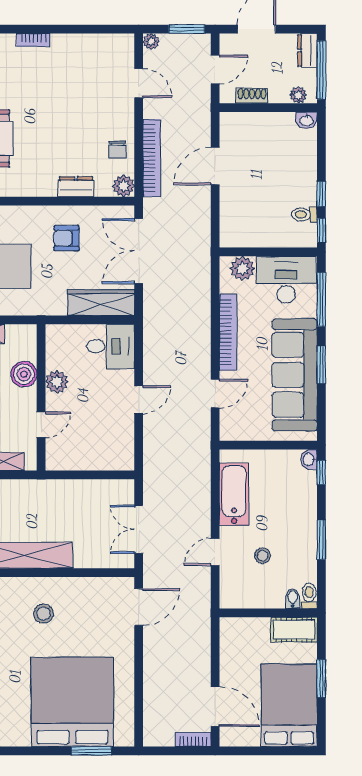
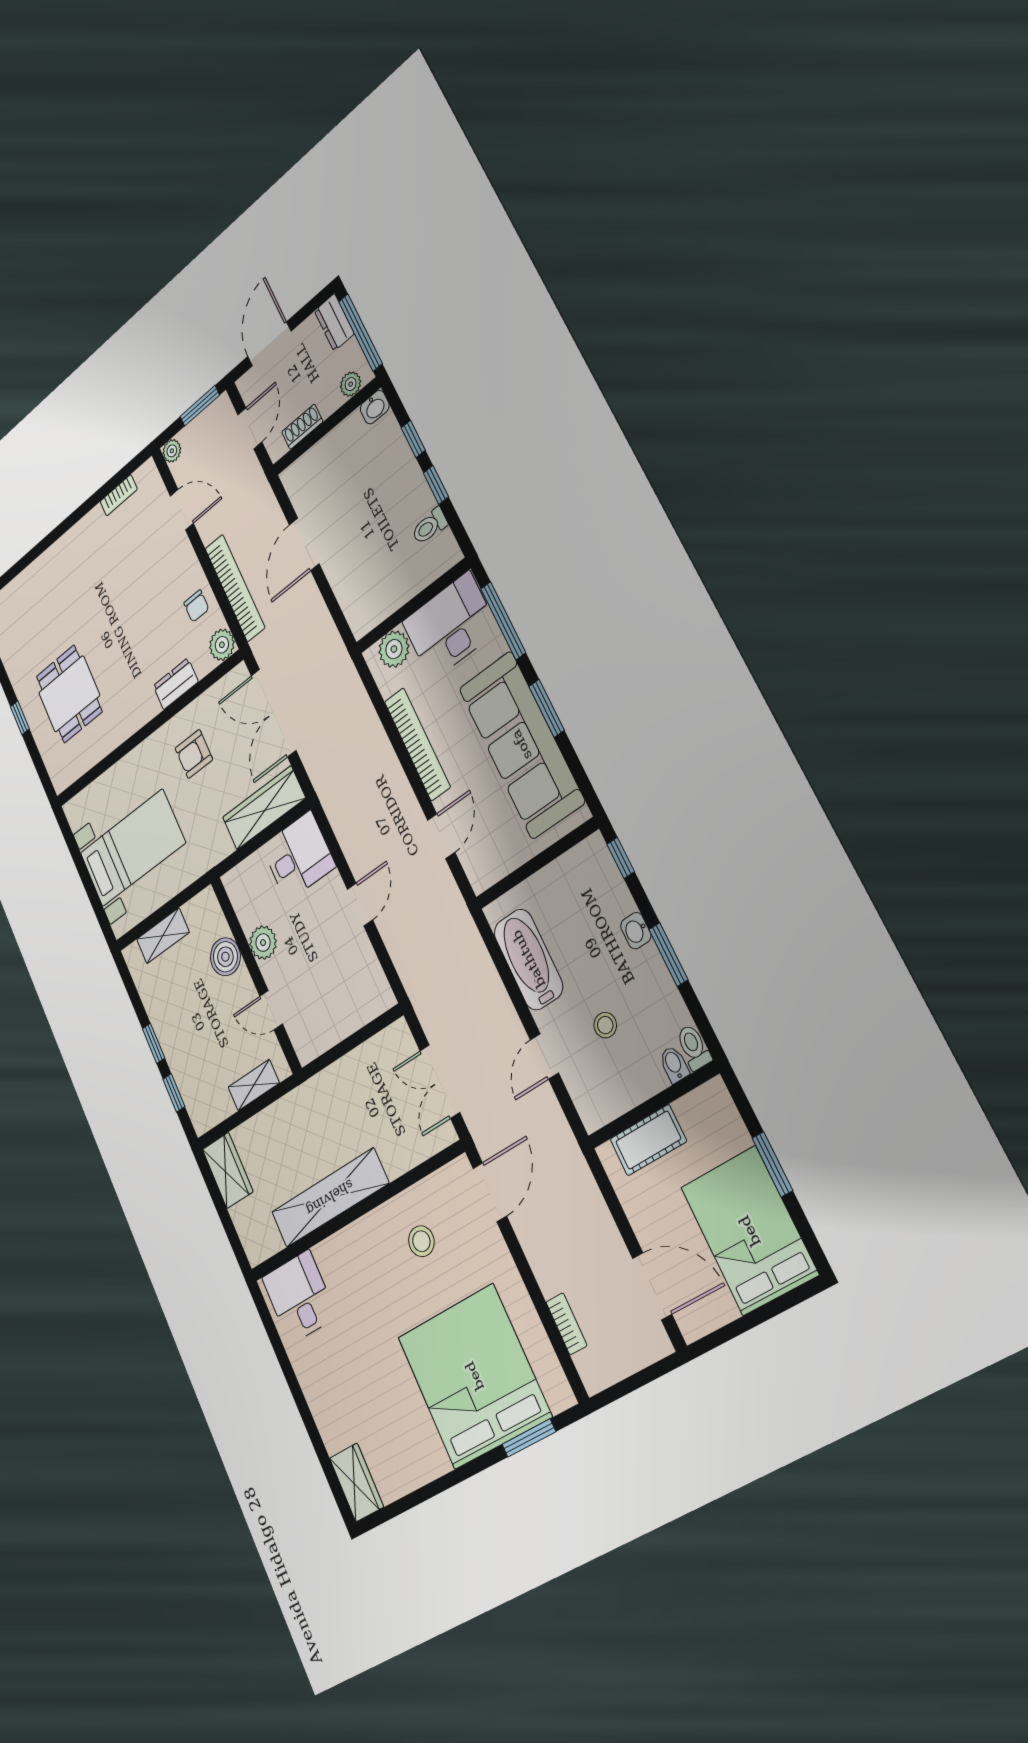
bookcase: (33, 40) -> (119, 495), moved
window: (321, 230) -> (413, 439), moved
door: (41, 425) -> (271, 1010), swing flipped
washbasin: (309, 459) -> (636, 931), moved
stool: (43, 614) -> (421, 1241), moved
cot: (294, 630) -> (648, 1140), moved
bookcase: (193, 740) -> (566, 1324), moved, turned 90

